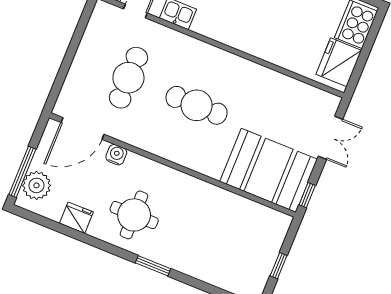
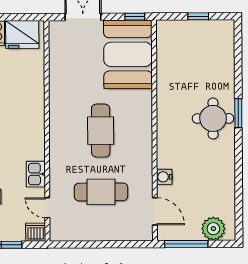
door: (82, 128) -> (155, 211), width x0.73
window: (22, 172) -> (186, 244), moved
round table: (134, 215) -> (213, 118), moved
fridge: (76, 218) -> (226, 188), removed

